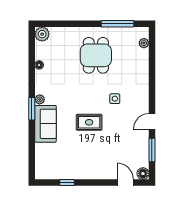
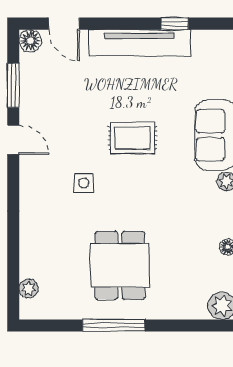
window: (117, 24) -> (114, 325), moved
door: (152, 121) -> (13, 140), hinge flipped
tv unit: (86, 173) -> (139, 43), added

